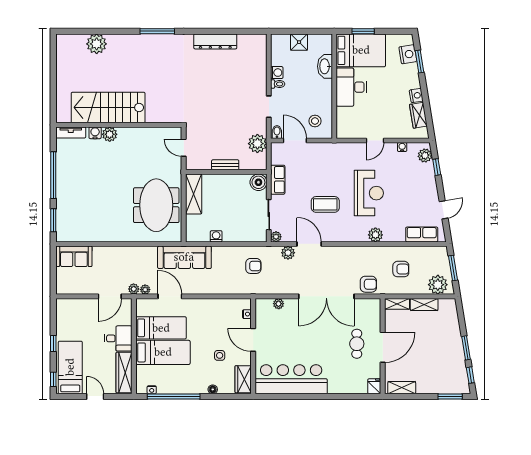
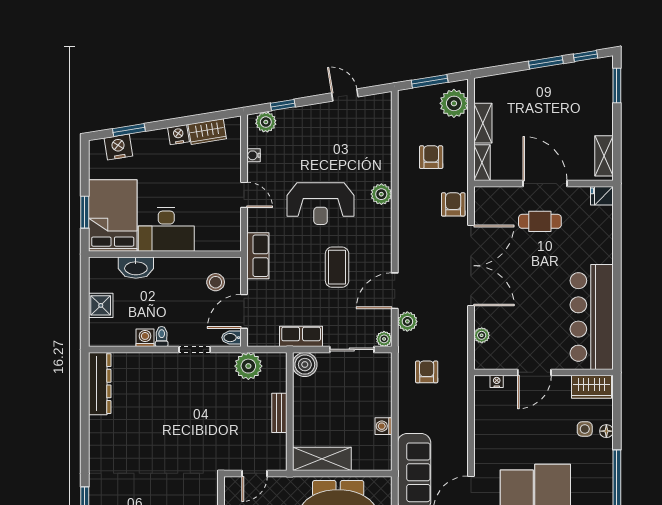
dresser: (215, 41) -> (100, 384), moved
reception desk: (369, 193) -> (321, 204), turned 180
row of seats: (422, 234) -> (258, 256), moved, turned 180
side table: (220, 355) -> (585, 429), moved

